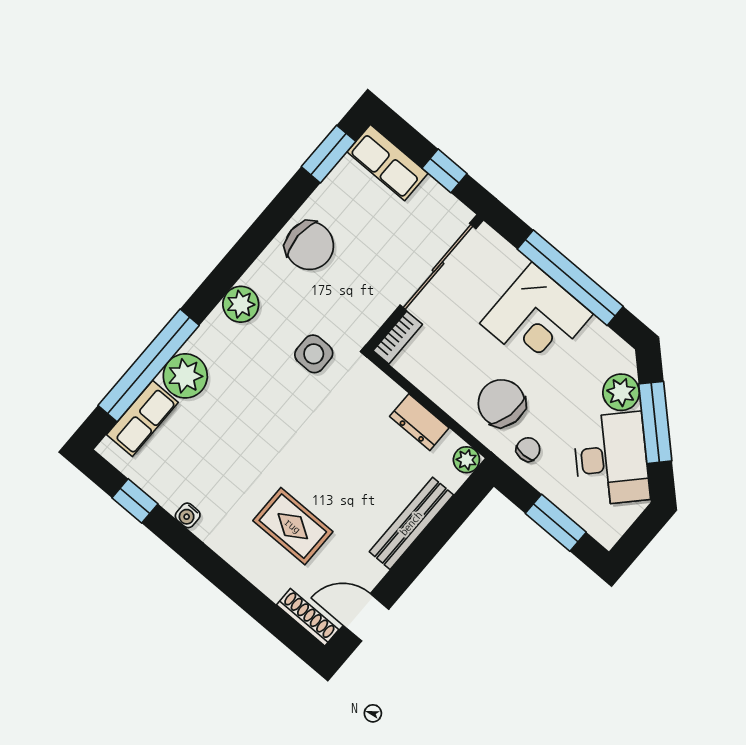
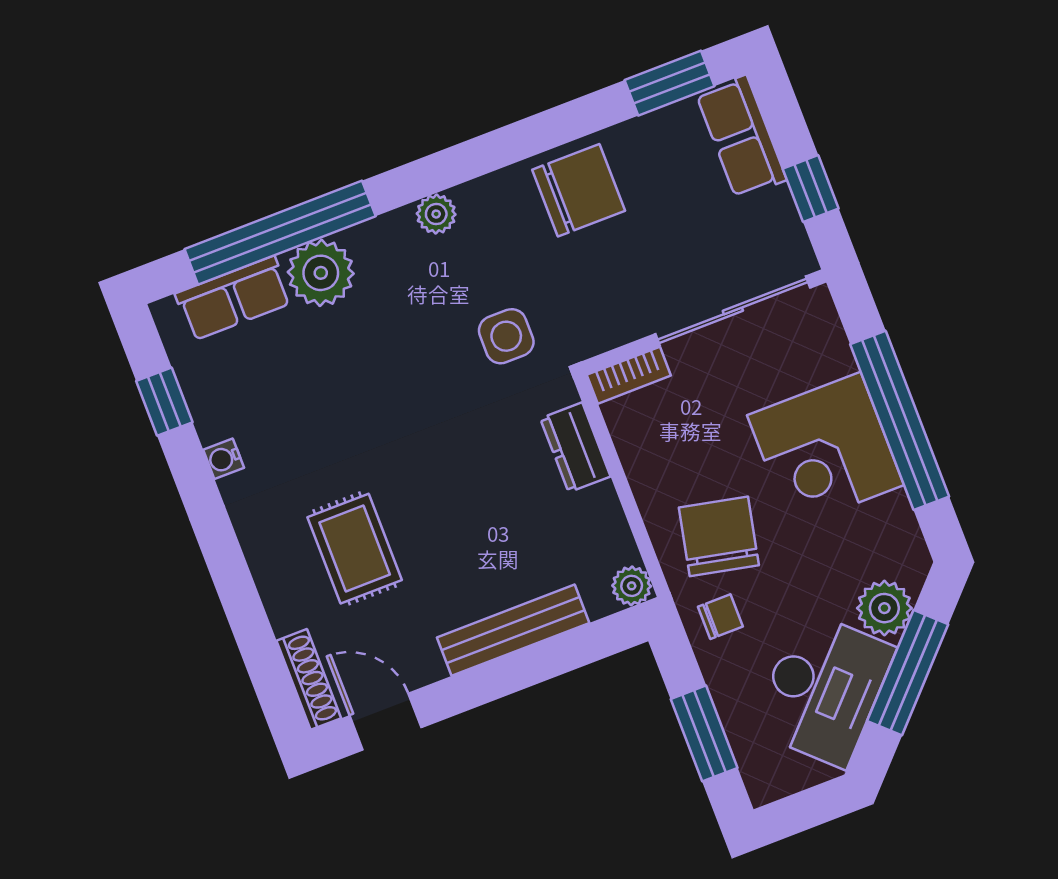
chair: (310, 246) -> (579, 190), turned -90
plant: (241, 304) -> (436, 214), width x0.73, depth x0.73
dresser: (419, 422) -> (575, 447), moved

